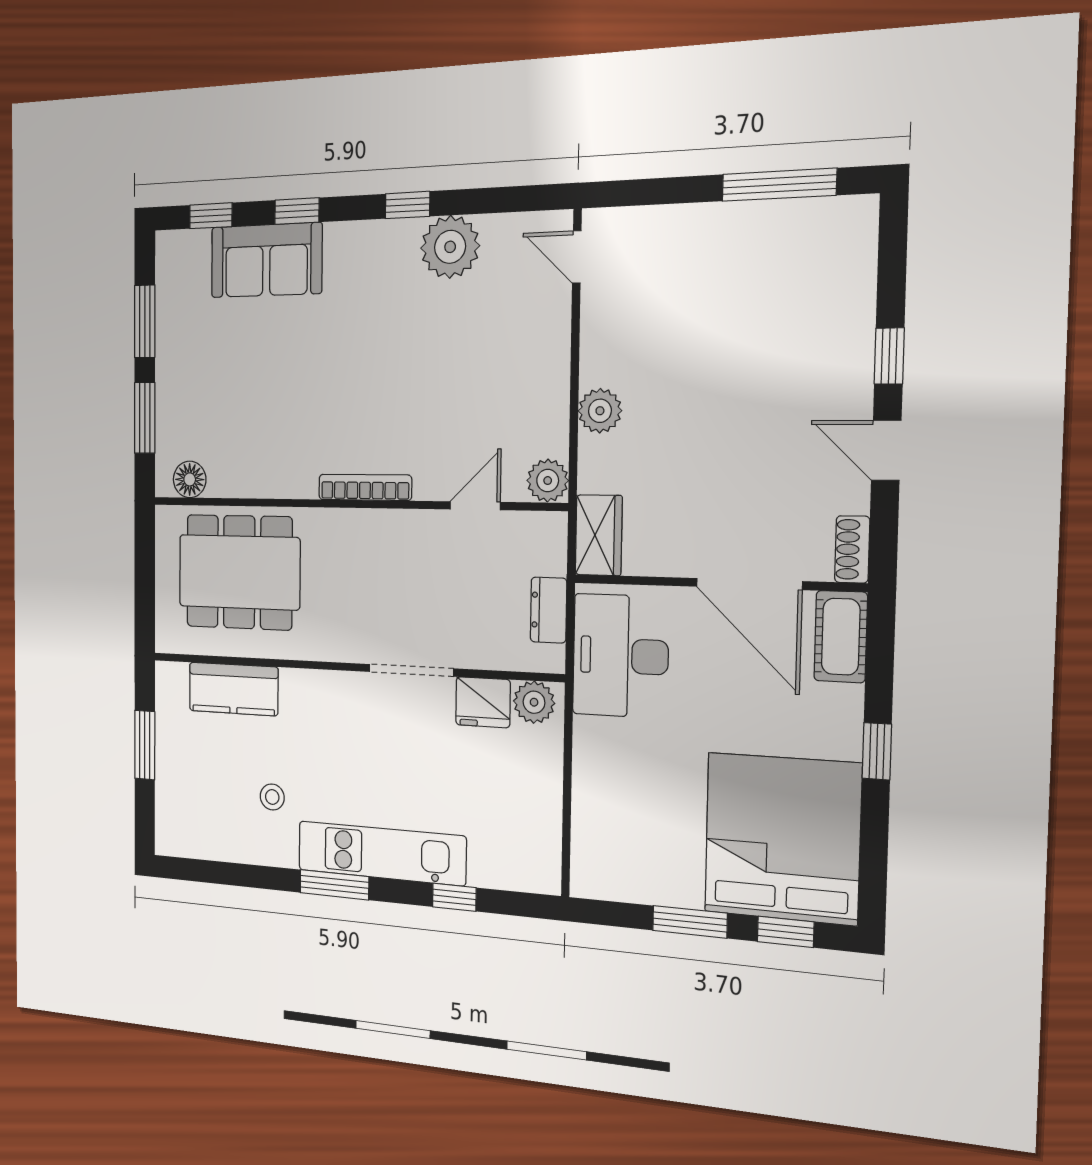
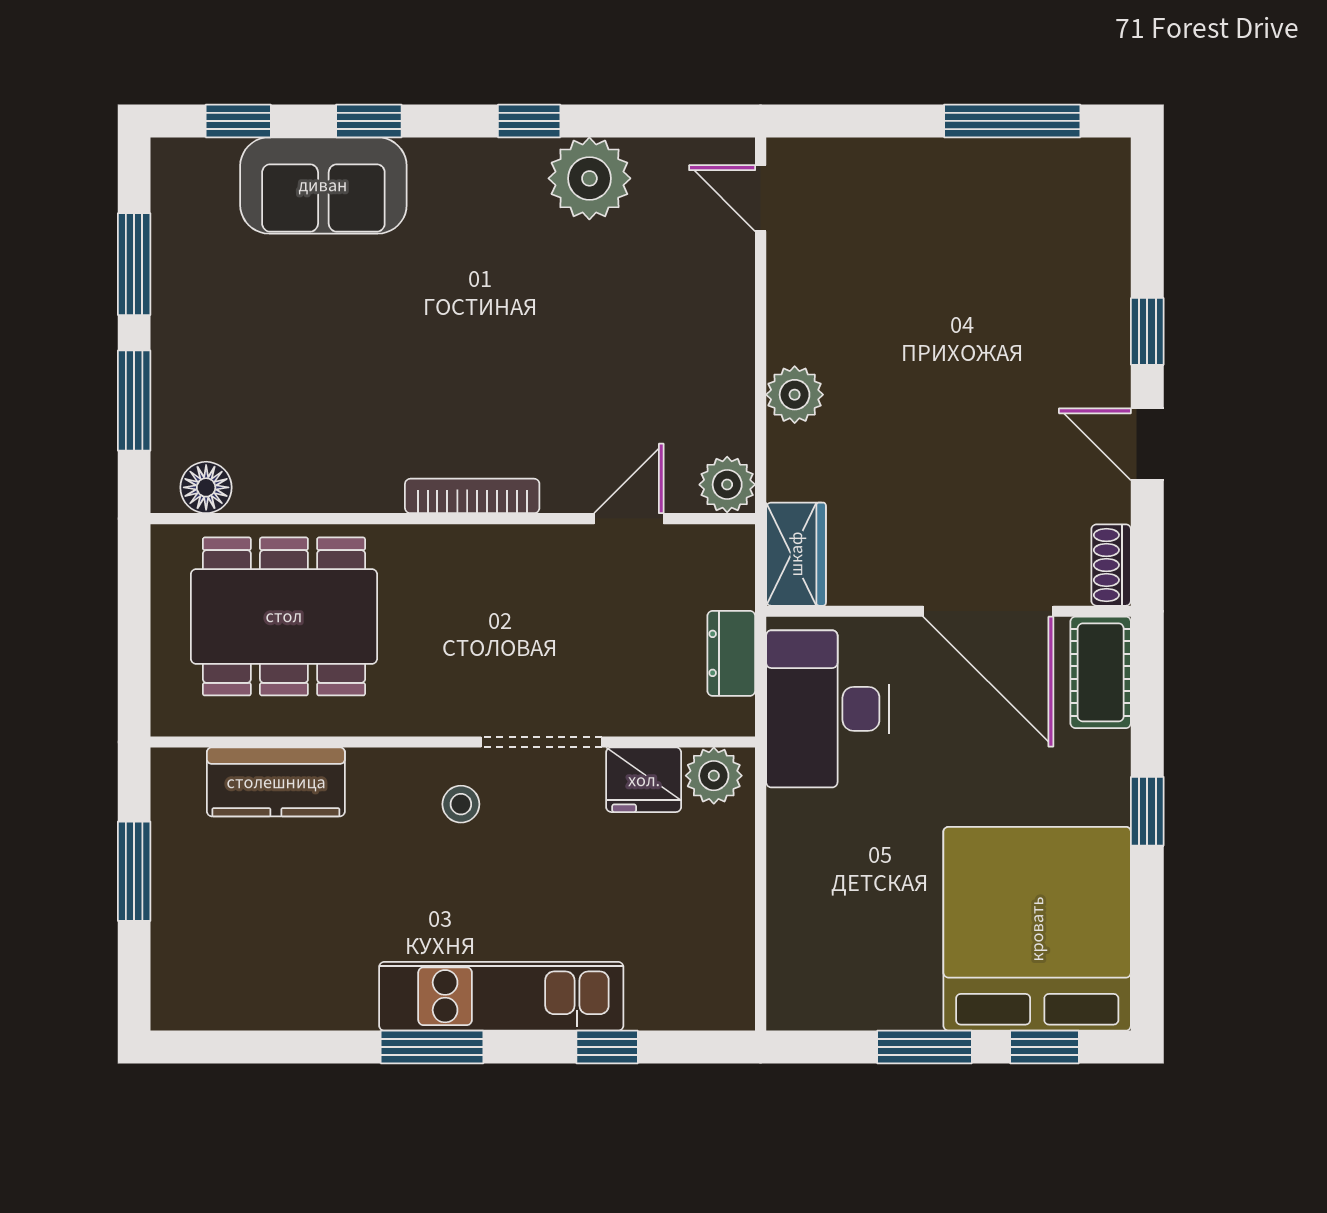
stool: (272, 797) -> (461, 804), moved

